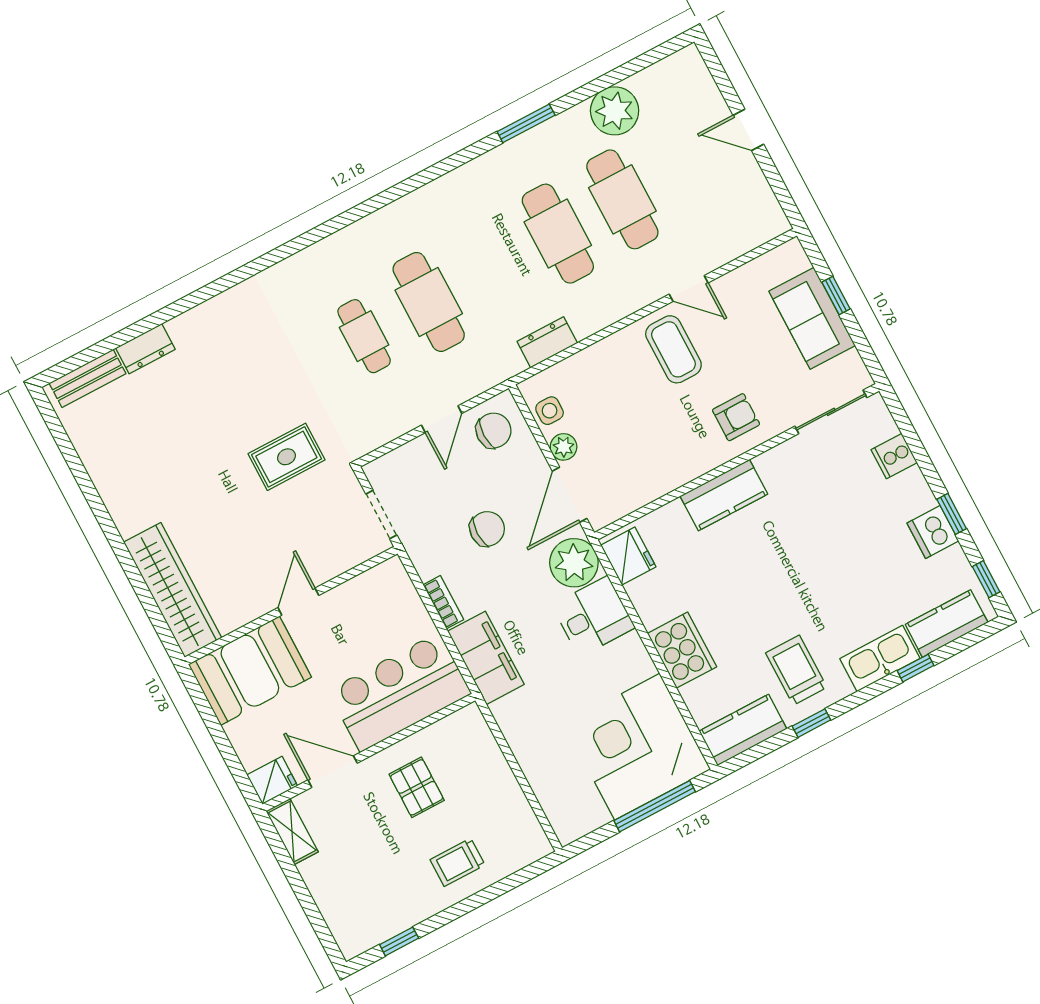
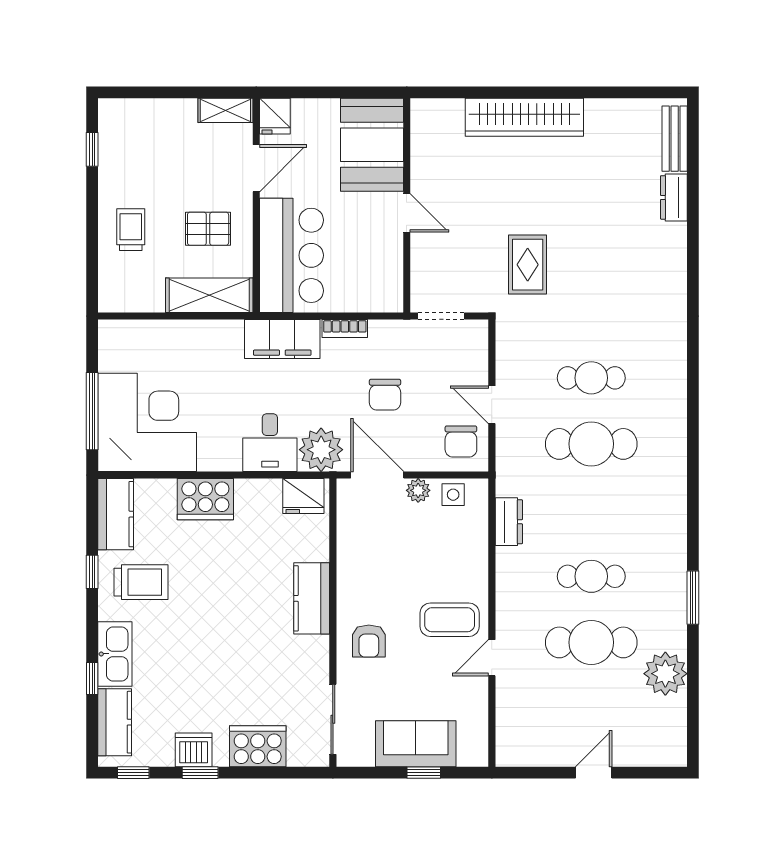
cafe table: (558, 234) -> (591, 576), width x0.73, depth x0.74
cooker: (894, 456) -> (258, 746), width x1.87, depth x1.31
wardrobe: (173, 590) -> (524, 117), moved
shelving: (481, 752) -> (209, 295), added

